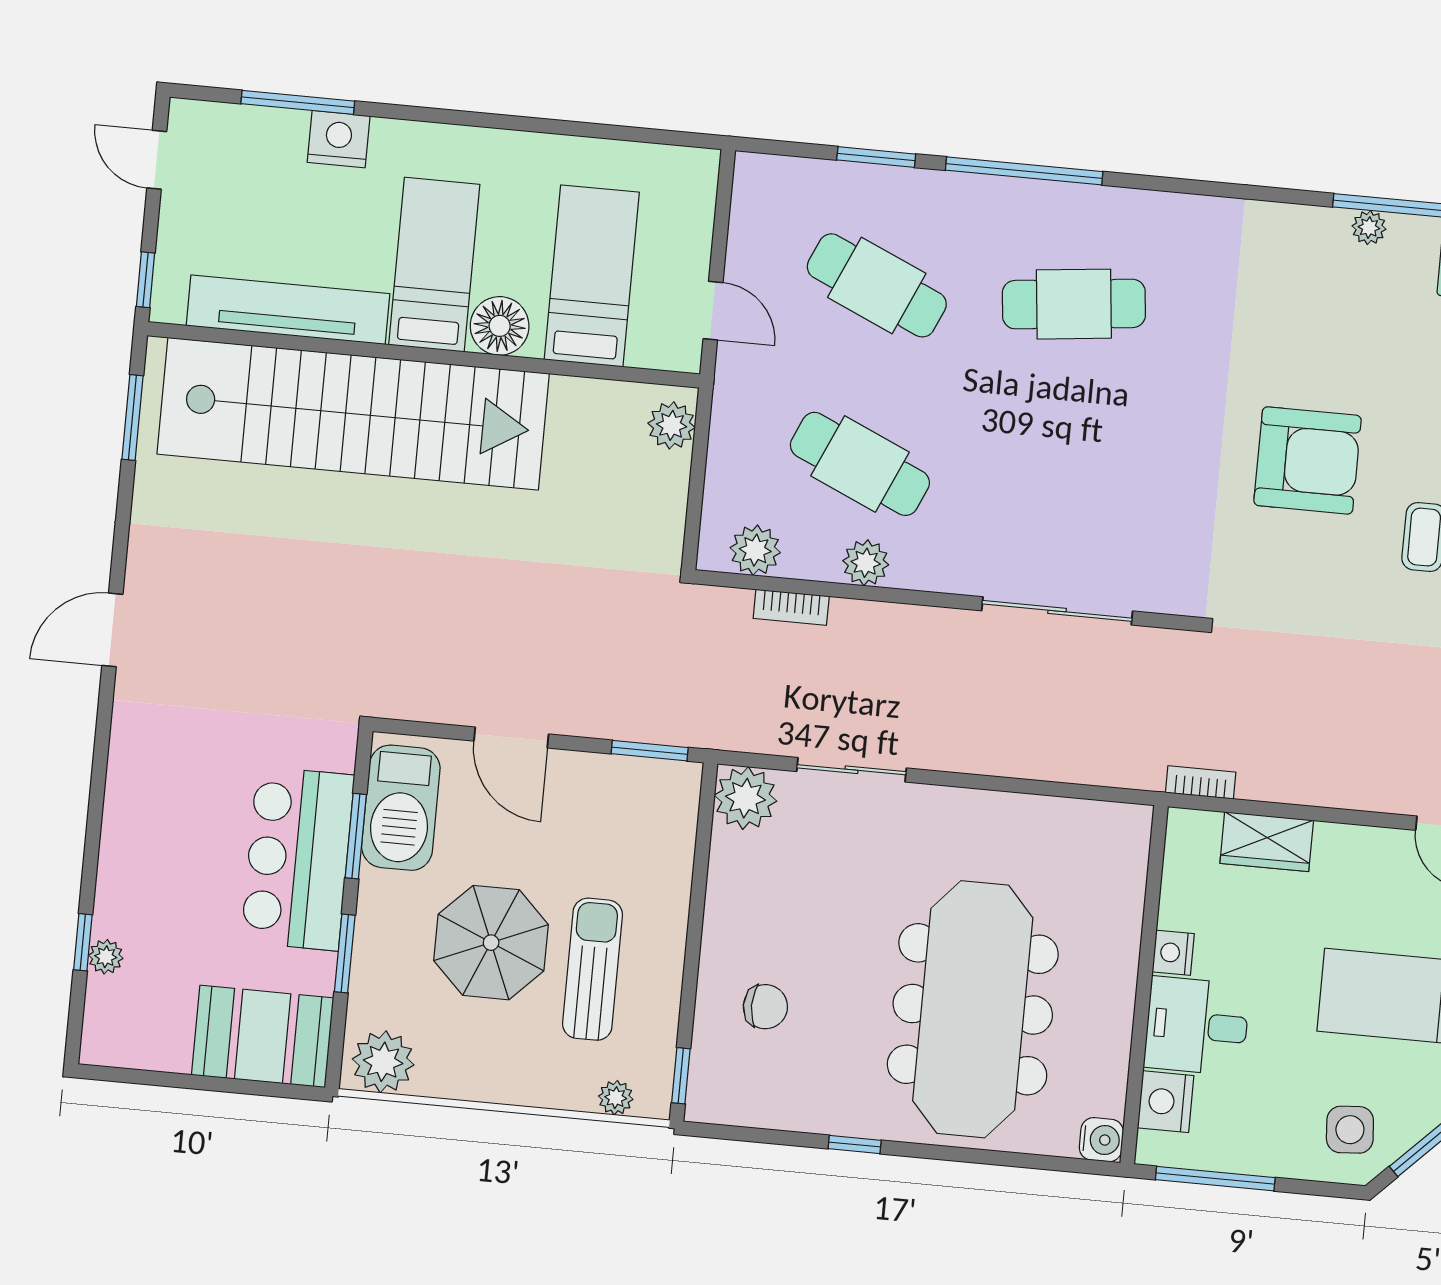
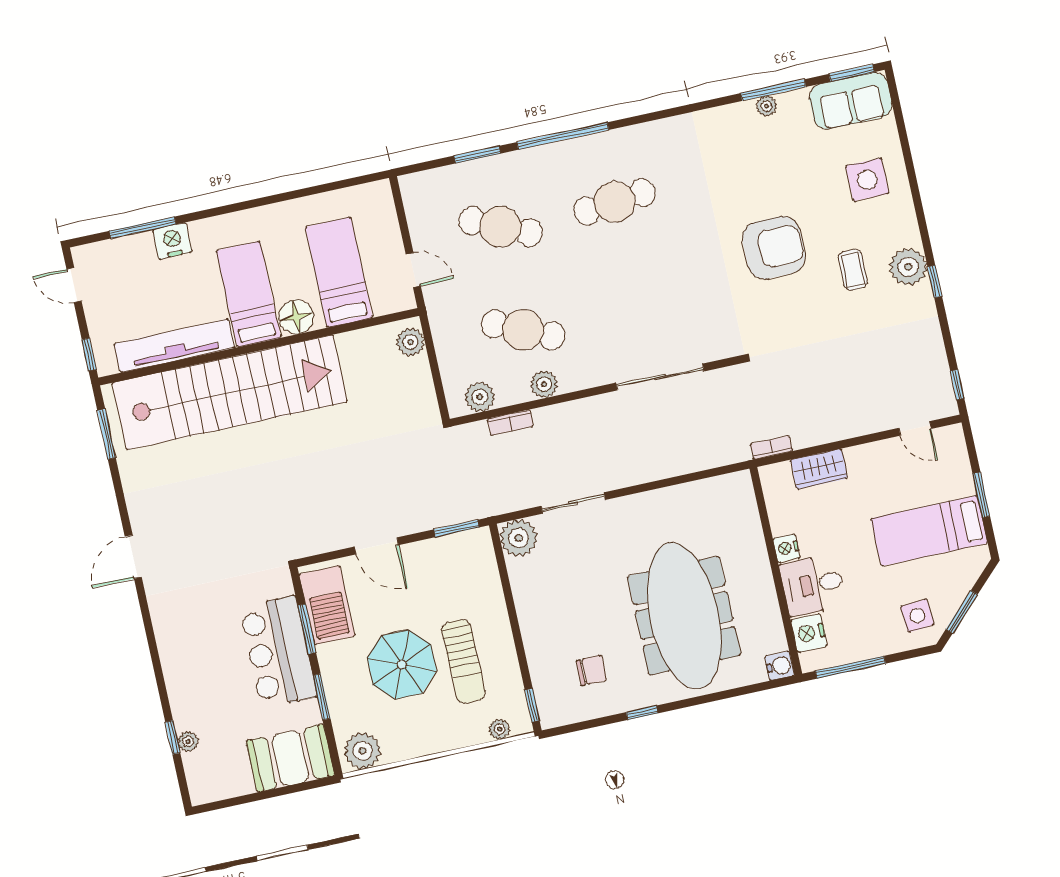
sun lounger: (593, 969) -> (464, 661), turned 180
chair: (765, 1007) -> (591, 670), moved

